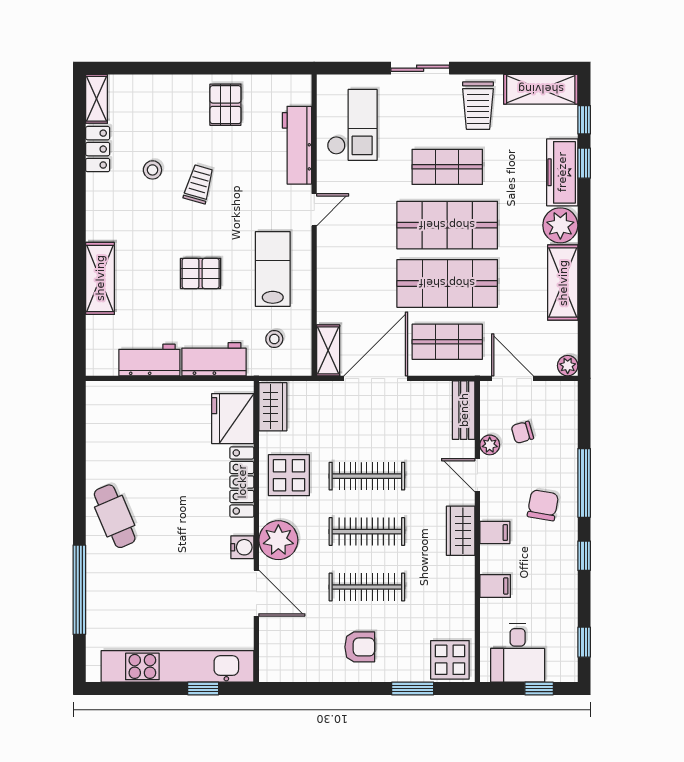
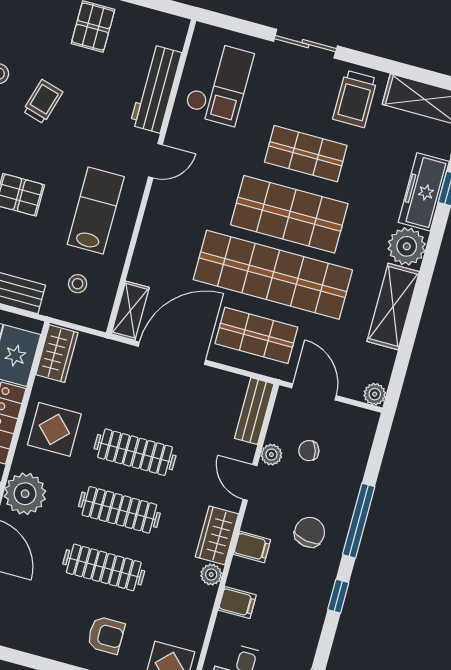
shop shelf: (447, 283) -> (273, 275), width x1.40
plant: (465, 567) -> (211, 575), added
armchair: (360, 647) -> (106, 635), moved

